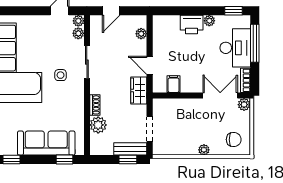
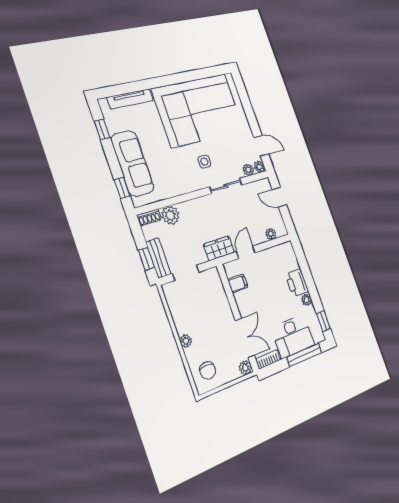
shoe rack: (95, 105) -> (149, 217), moved

